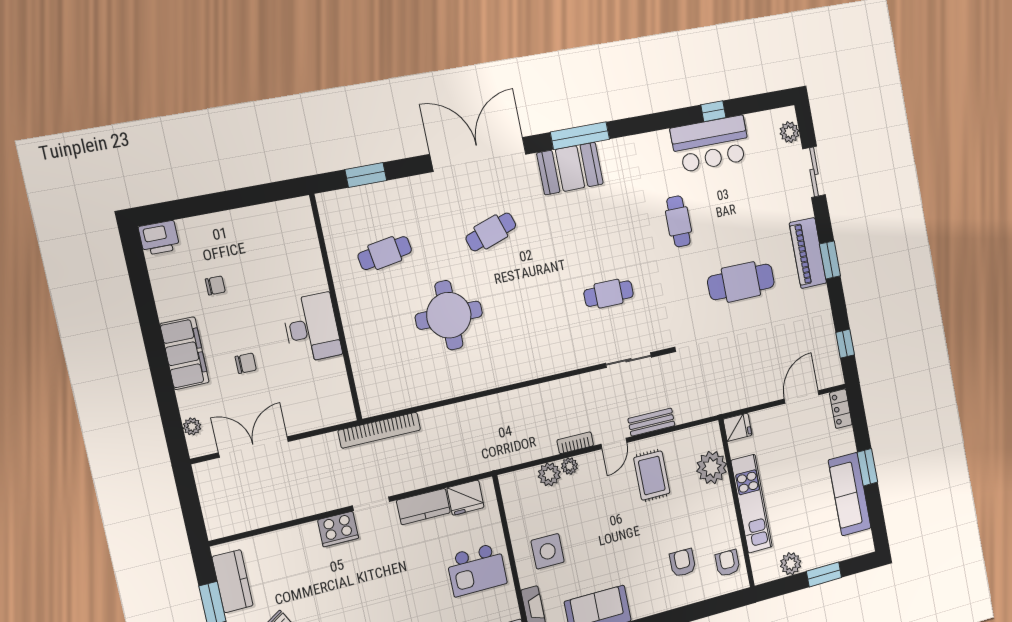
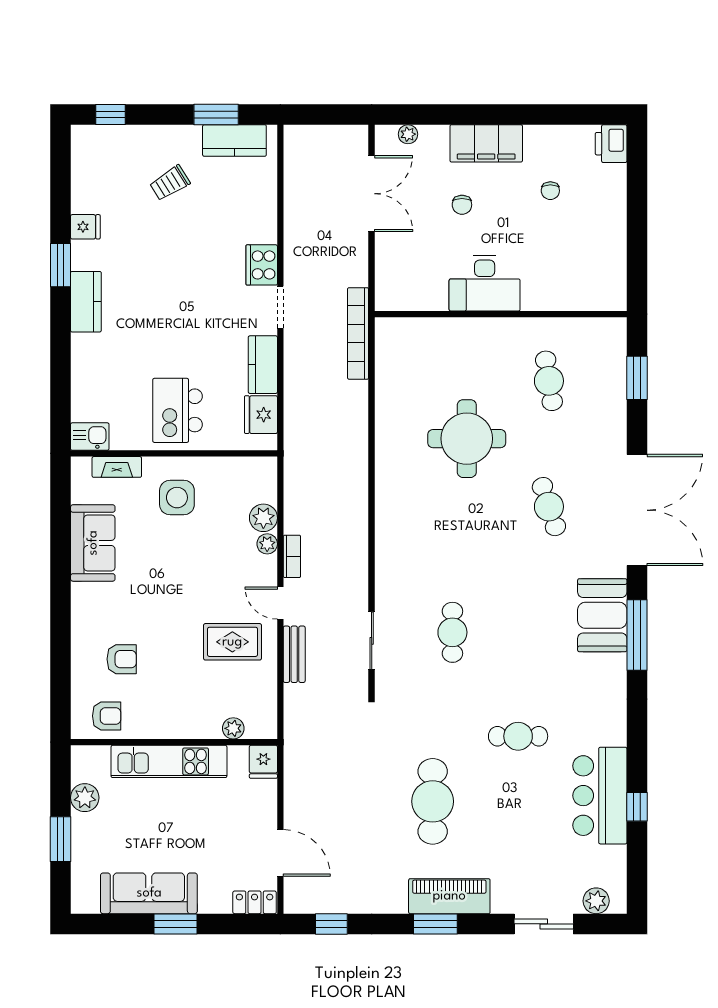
plant: (712, 467) -> (233, 728), width x0.53, depth x0.53

